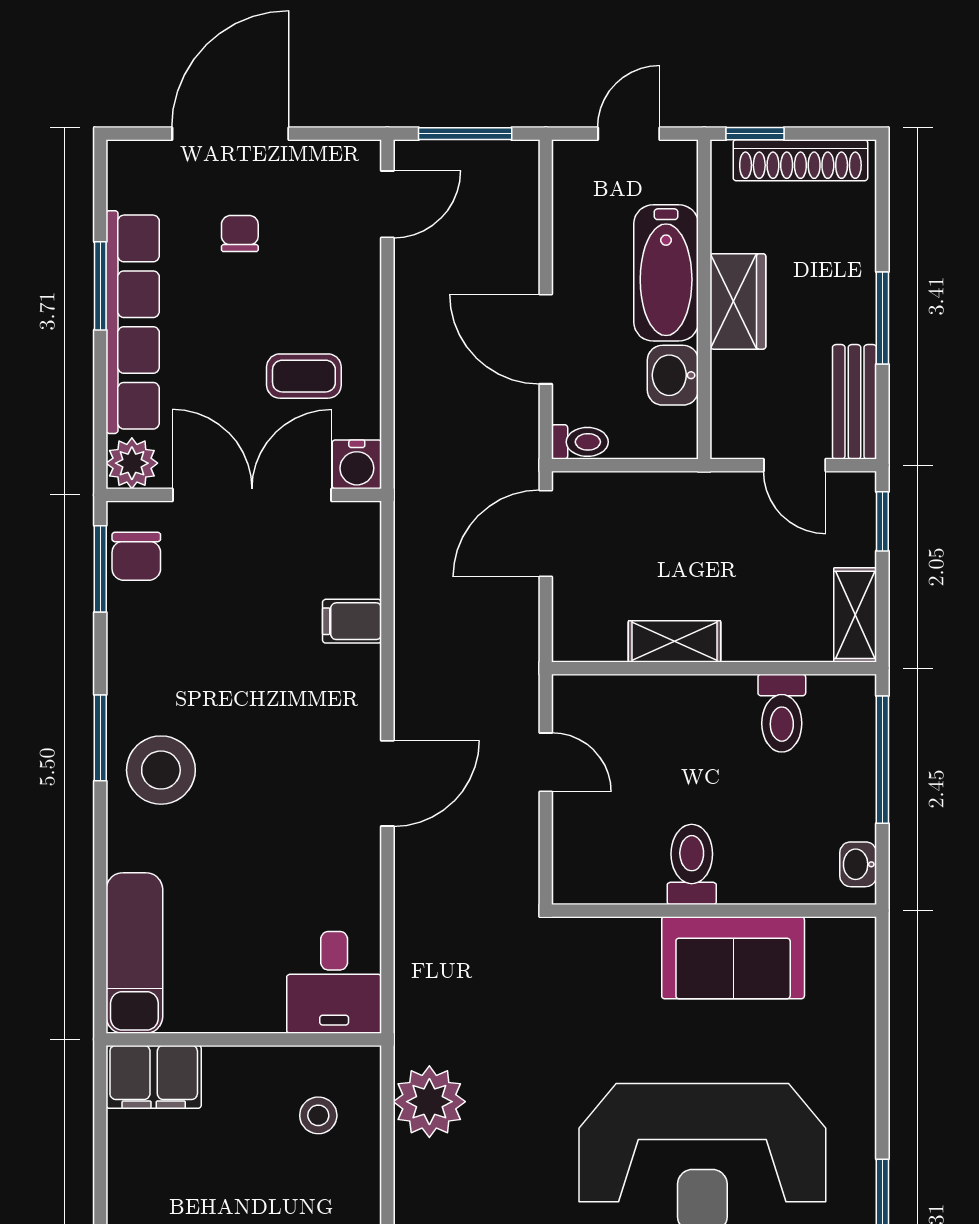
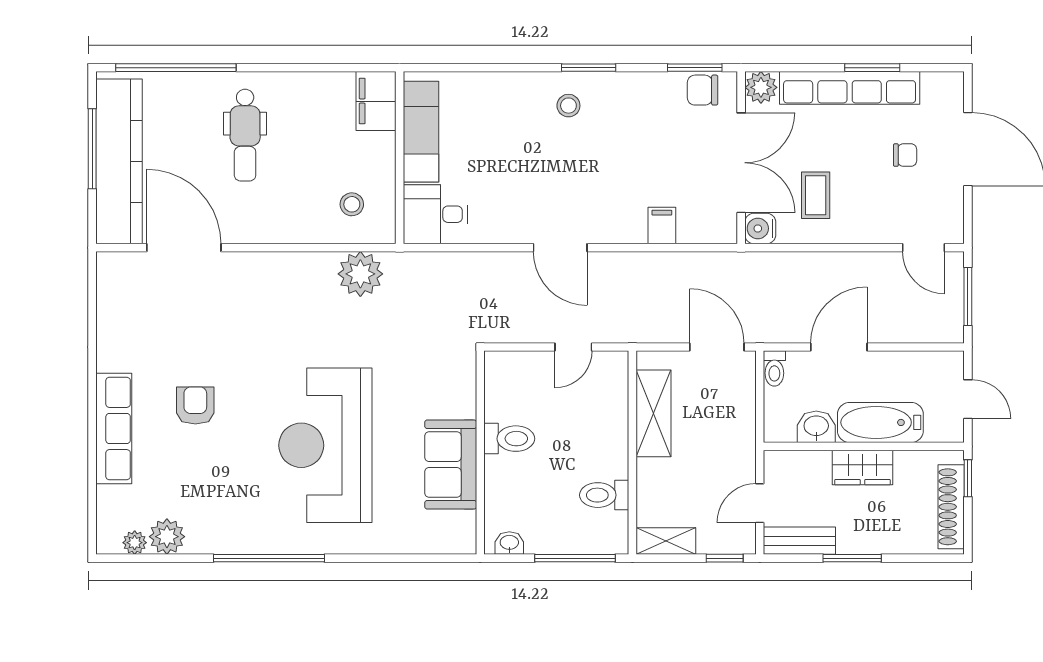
shelving: (674, 641) -> (654, 413), width x1.50, depth x1.33
stool: (161, 770) -> (568, 106), width x0.53, depth x0.53
exam couch: (134, 953) -> (421, 132), moved, turned -90

